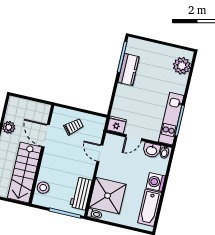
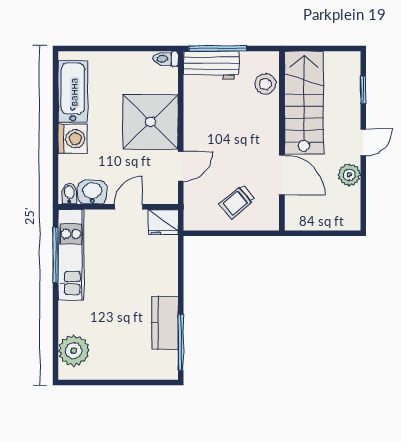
door: (100, 153) -> (181, 166), hinge flipped
workbench: (81, 194) -> (211, 65), moved, turned 90
shower: (108, 196) -> (151, 122), moved

